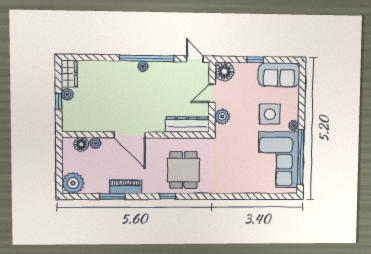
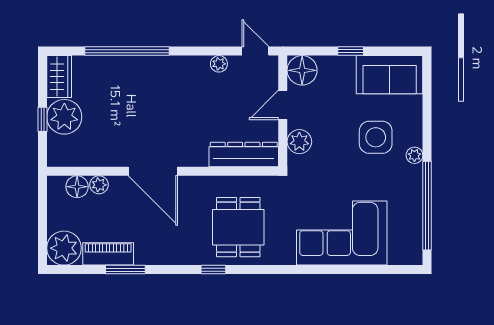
window: (147, 58) -> (127, 51), moved
plant: (143, 66) -> (219, 64), moved
plant: (67, 94) -> (64, 117), width x1.88, depth x1.88
corner sofa: (278, 160) -> (342, 233), moved, turned 90
piano: (126, 187) -> (108, 254), moved

